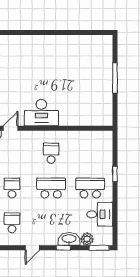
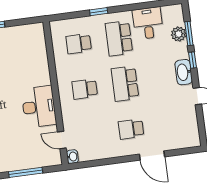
school desk: (12, 223) -> (79, 44), moved
washbasin: (69, 239) -> (184, 72), moved
window: (99, 248) -> (189, 33), moved

